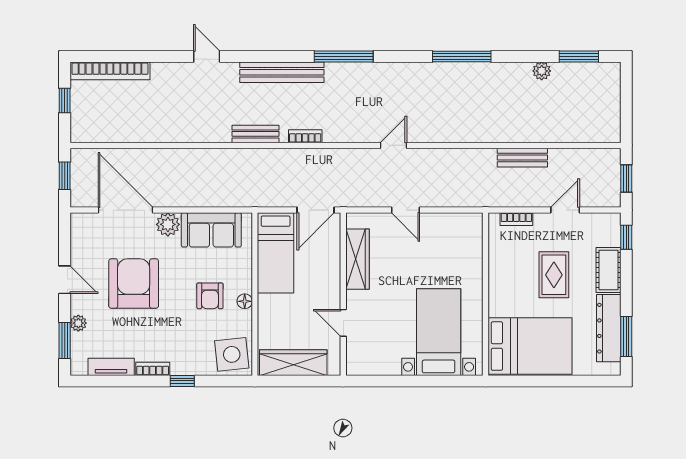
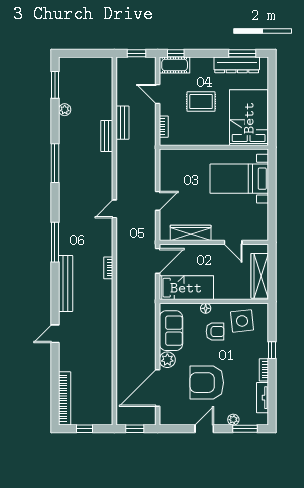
bench: (255, 134) -> (107, 136), moved
door: (393, 145) -> (114, 209), hinge flipped
door: (316, 210) -> (158, 261), hinge flipped
cot: (609, 270) -> (175, 65), moved
floor lamp: (245, 301) -> (206, 308), moved
door: (343, 323) -> (233, 242), hinge flipped
side table: (232, 354) -> (242, 321), moved

